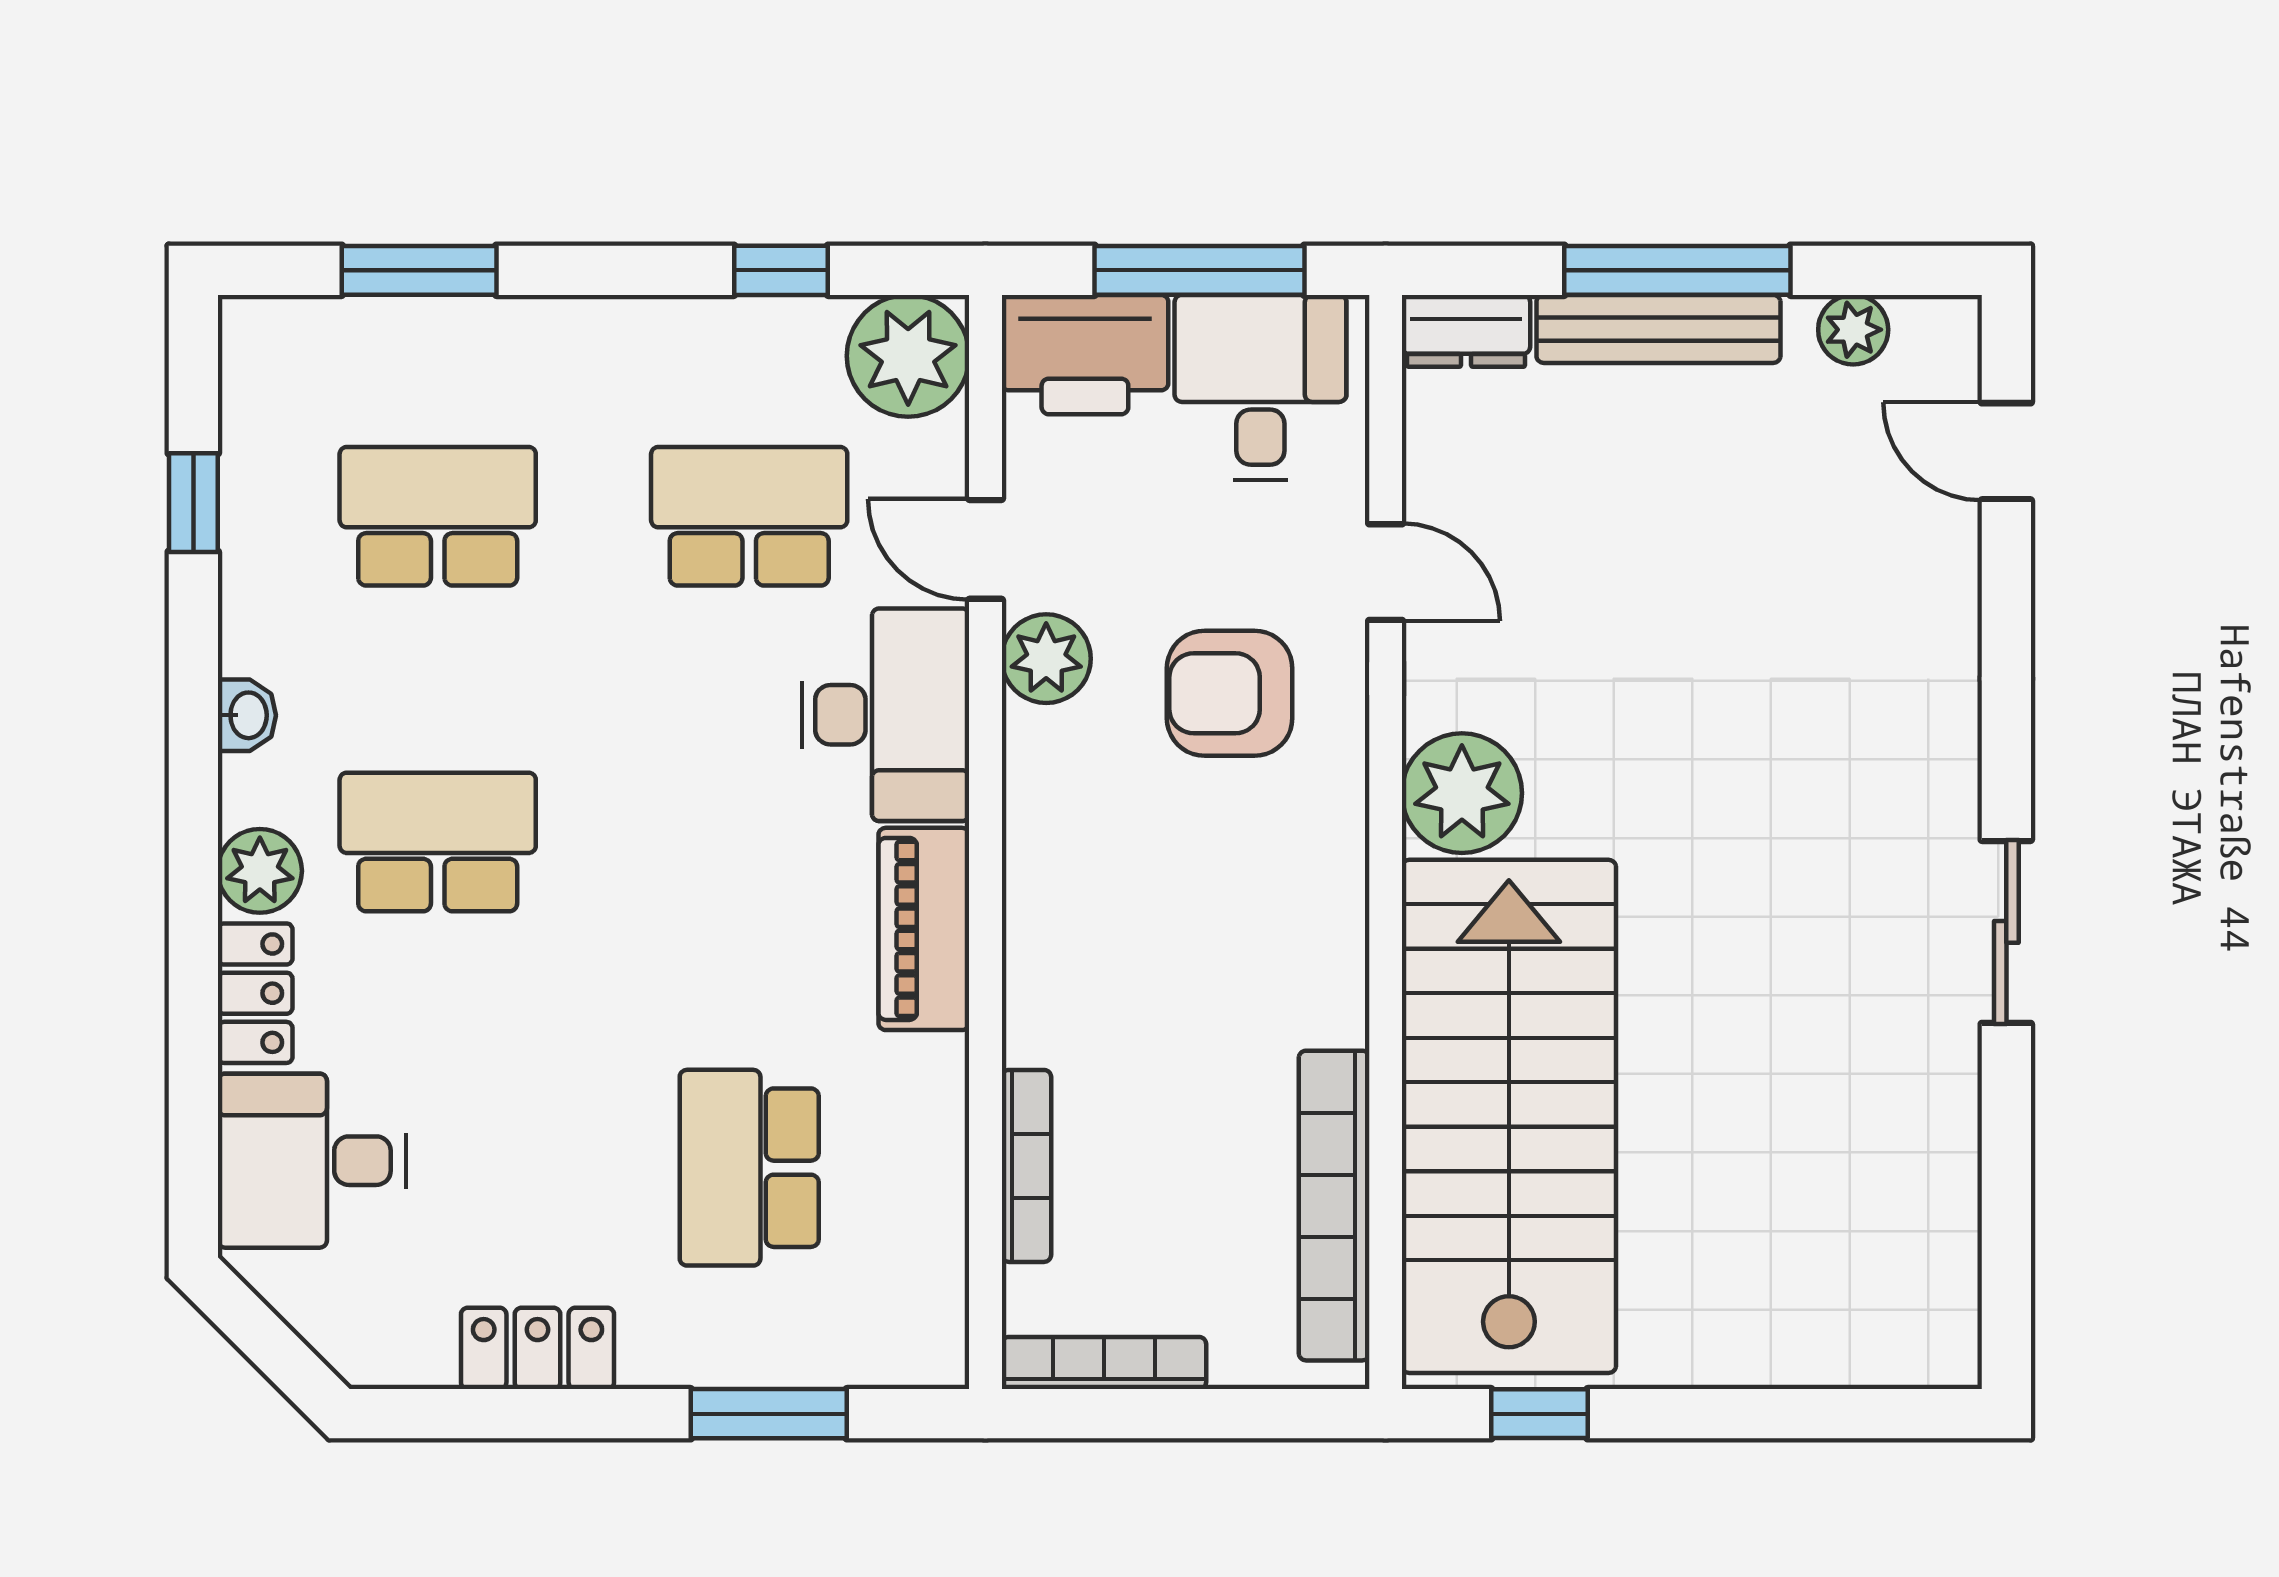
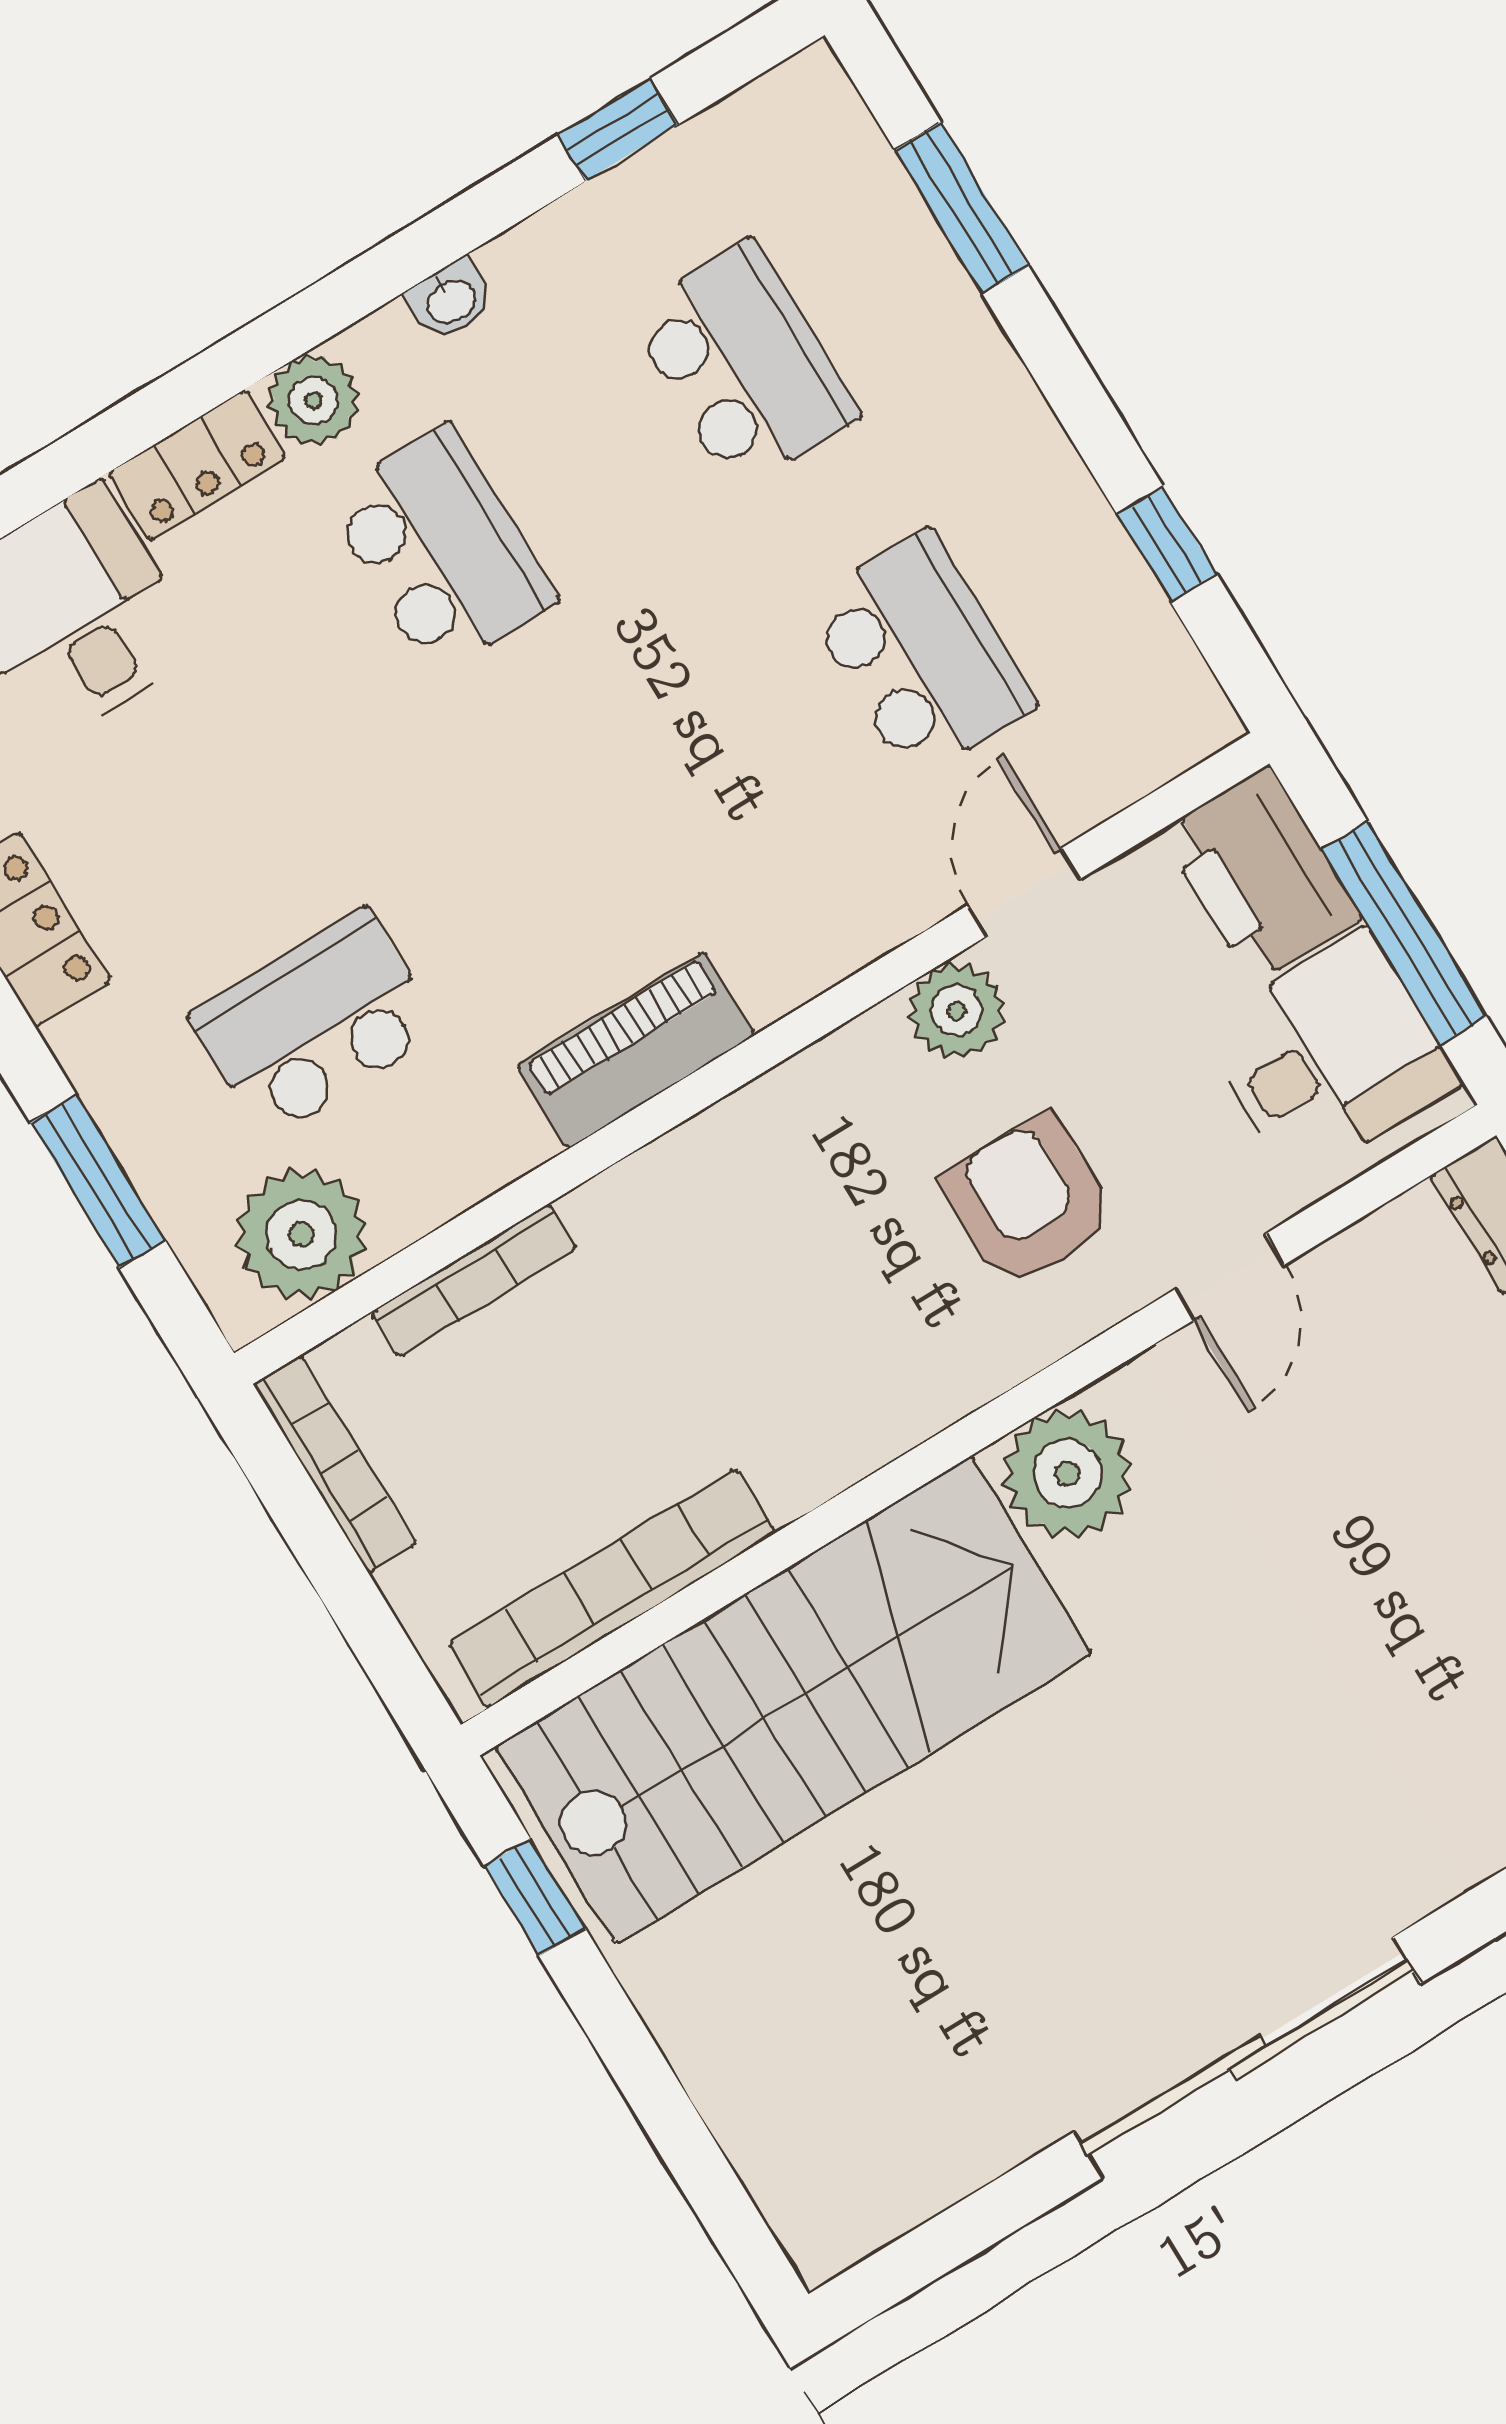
plant: (908, 356) -> (301, 1234), moved
desk: (886, 715) -> (813, 893), removed
sliding door: (2006, 932) -> (1247, 2058), width x1.86

